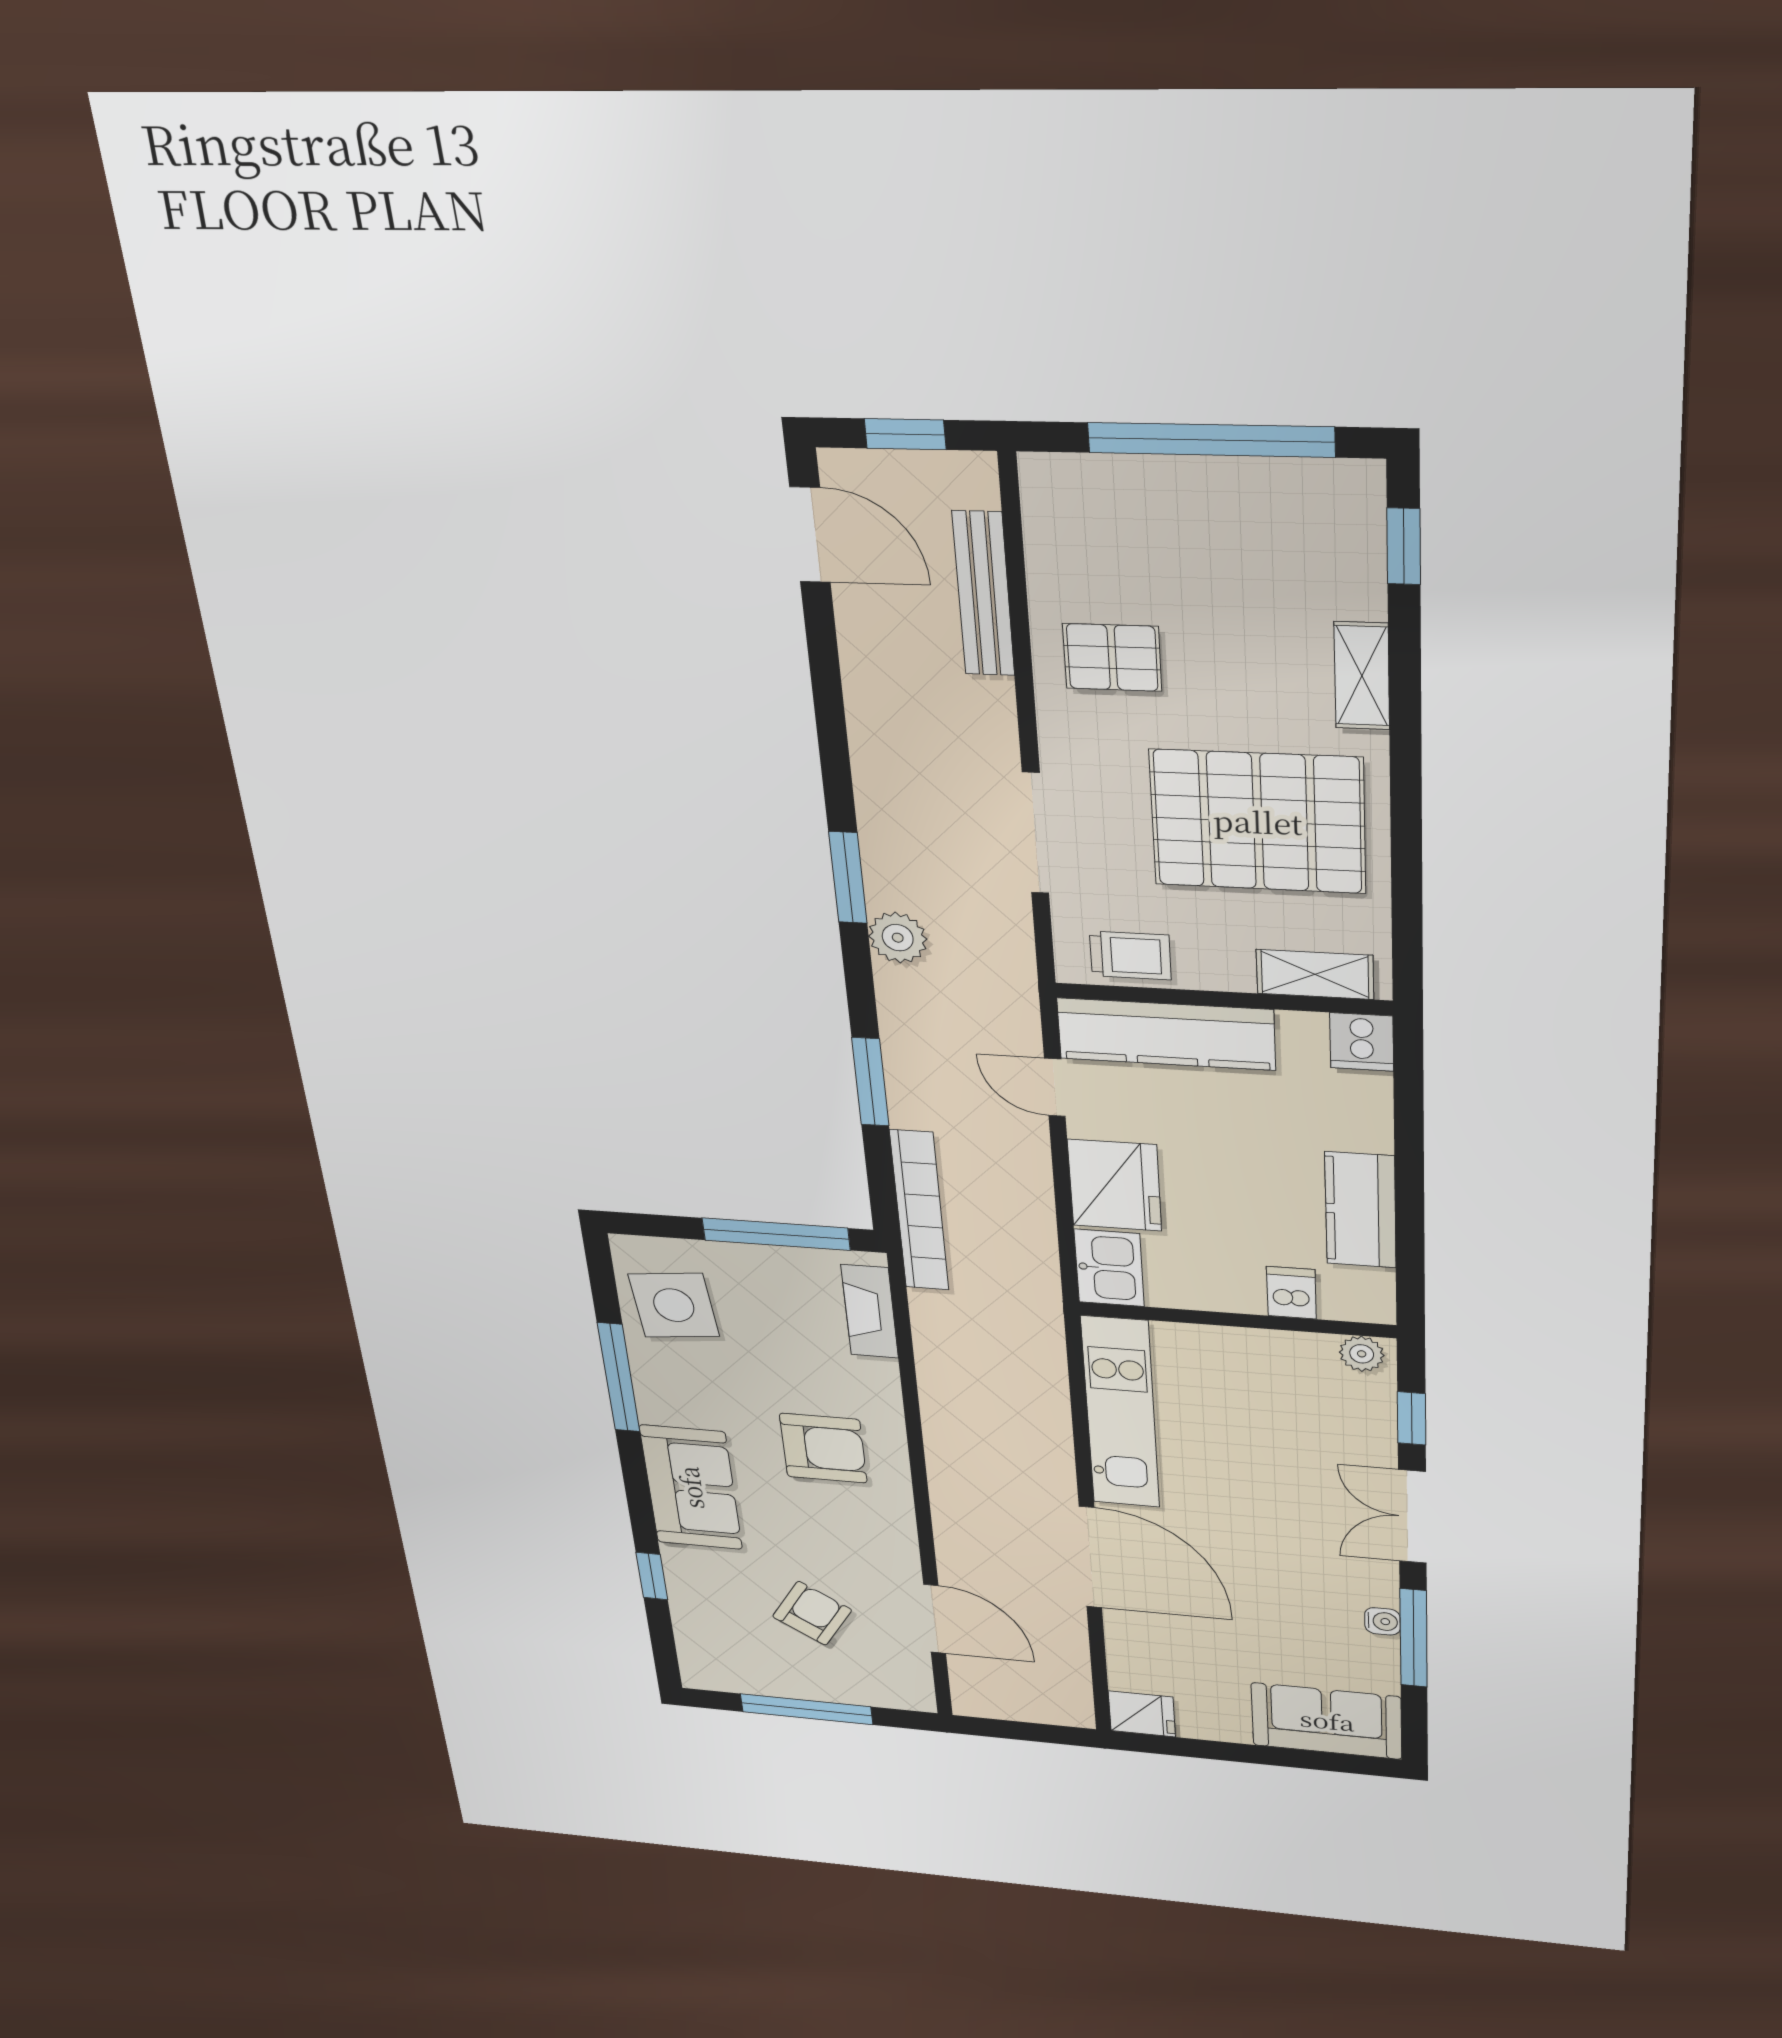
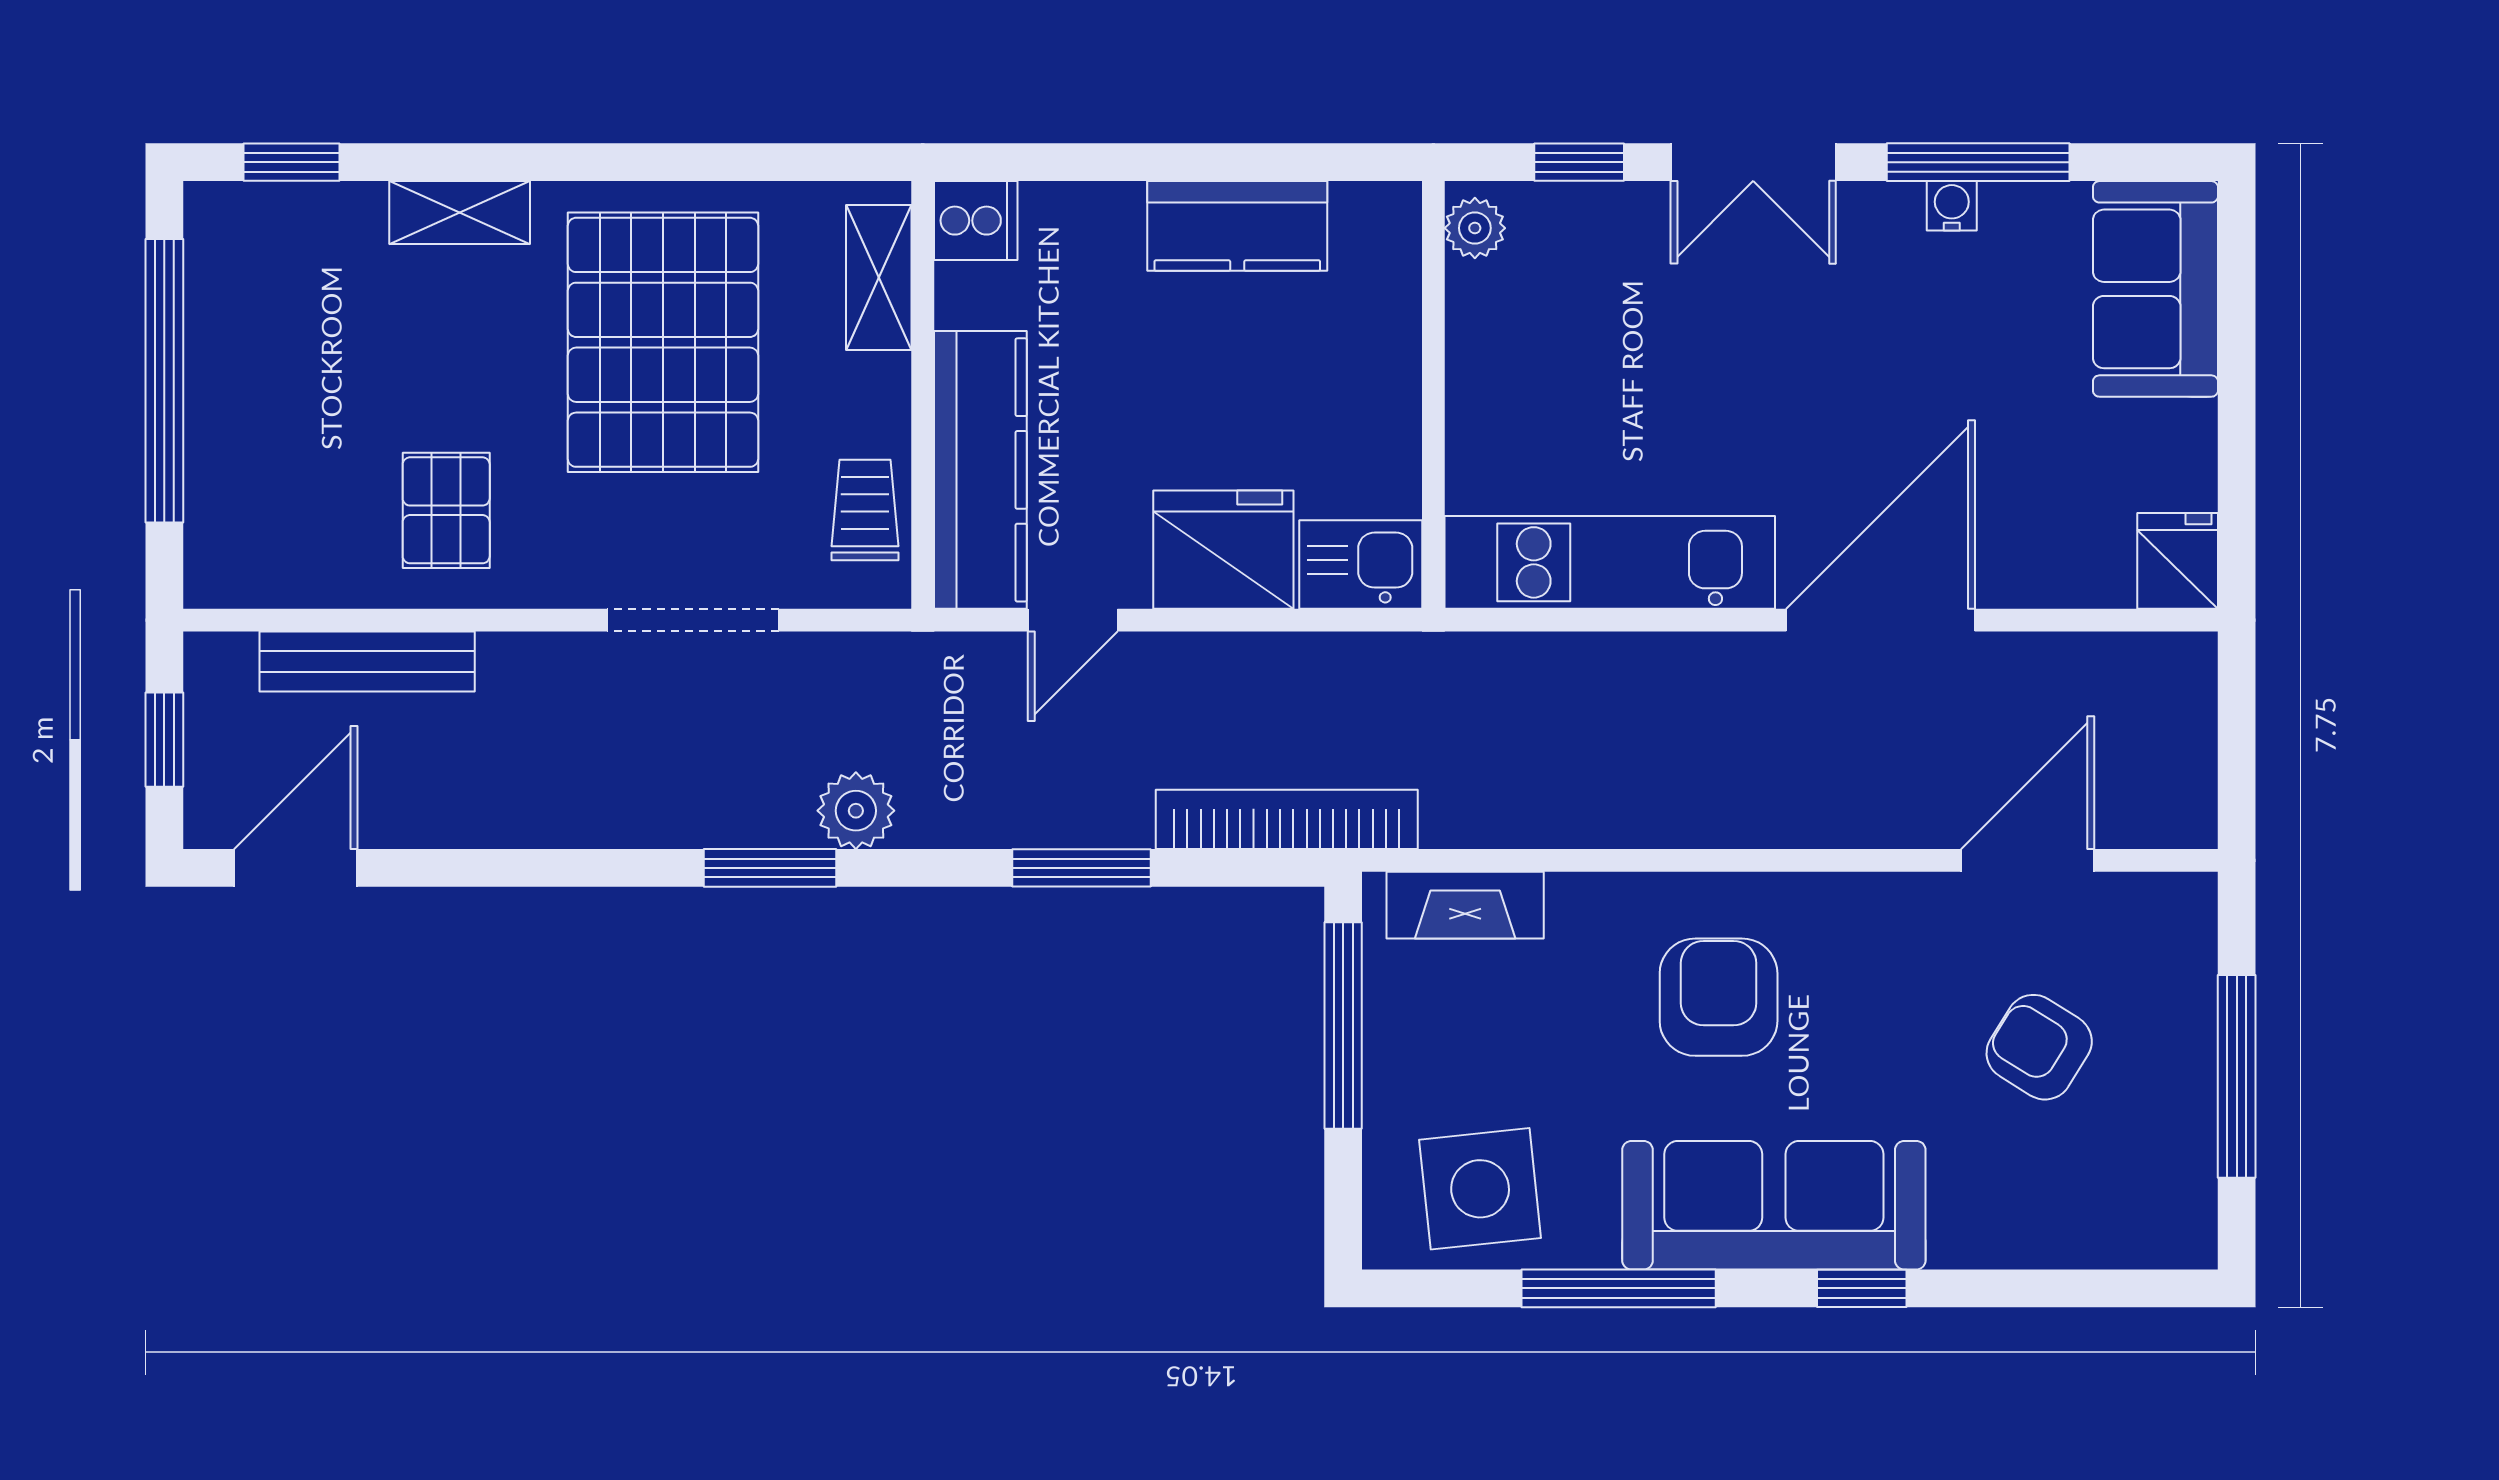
dishwasher: (1291, 1293) -> (1381, 320), removed
sofa: (691, 1487) -> (1774, 1205), width x1.36
window: (652, 1576) -> (1862, 1288), moved

